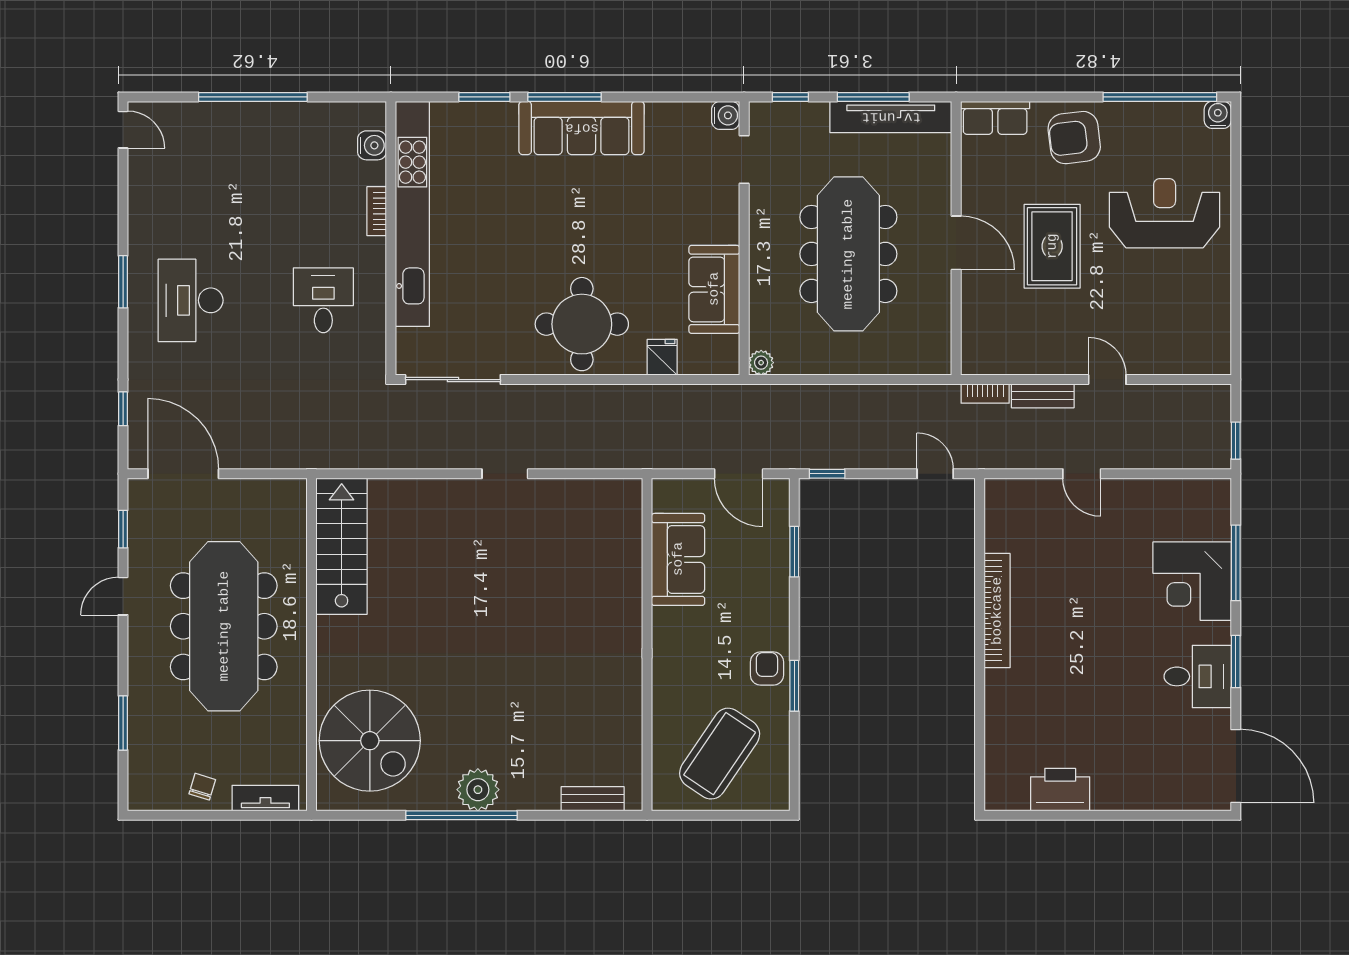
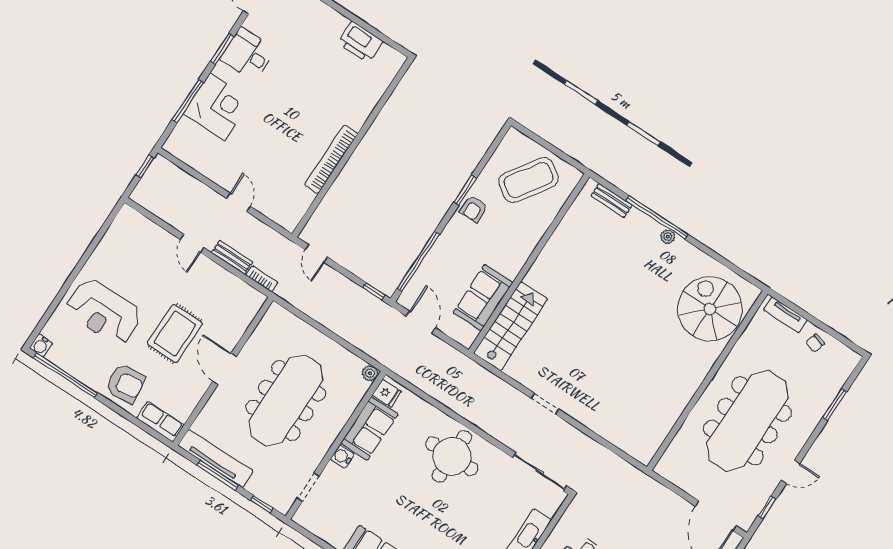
water cooler: (726, 115) -> (342, 457), moved
fridge: (662, 357) -> (387, 393), moved, turned -90
stairs: (342, 546) -> (511, 326), moved, turned 180
window: (794, 552) -> (418, 261), width x2.11
plant: (478, 790) -> (668, 237), width x0.53, depth x0.53
window: (461, 815) -> (657, 217), moved

